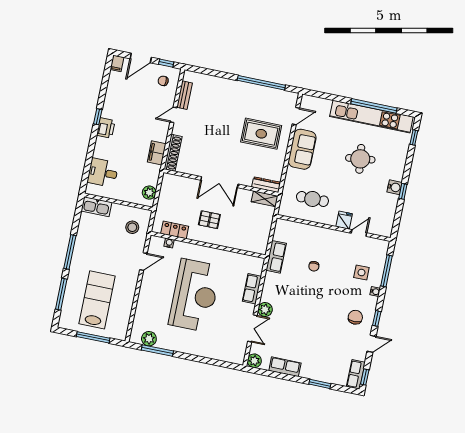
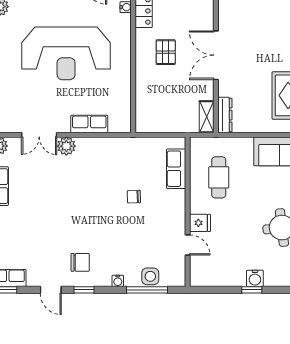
row of seats: (276, 257) -> (176, 169), moved, turned 90
side table: (361, 273) -> (150, 276), moved

